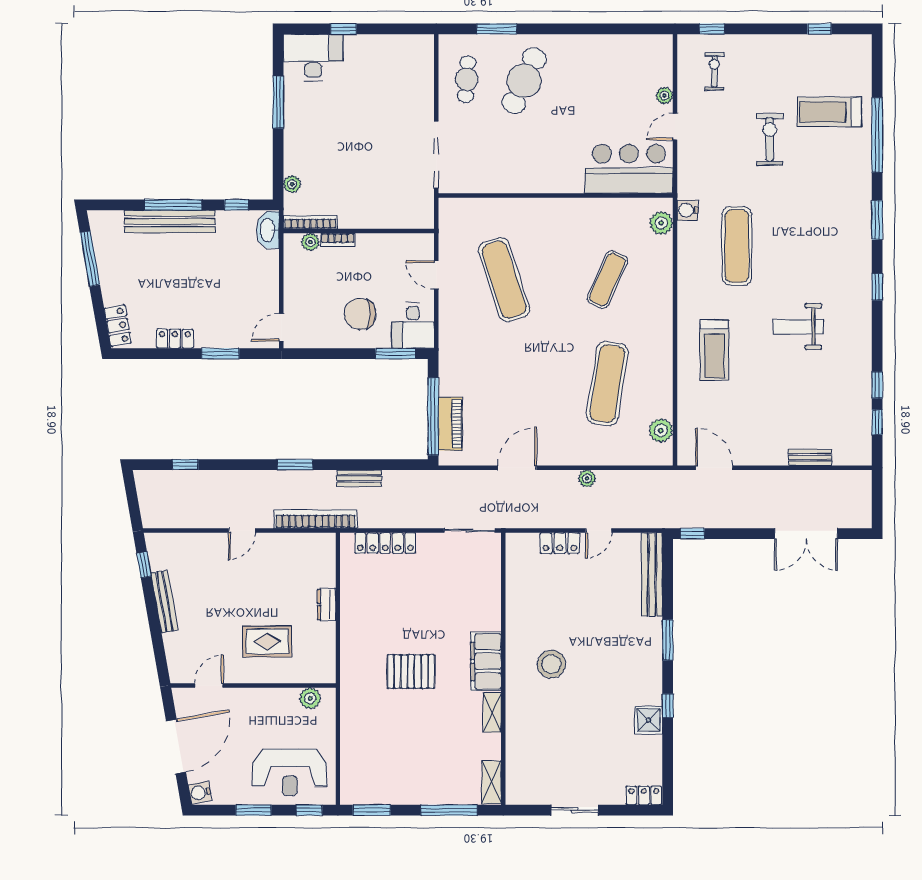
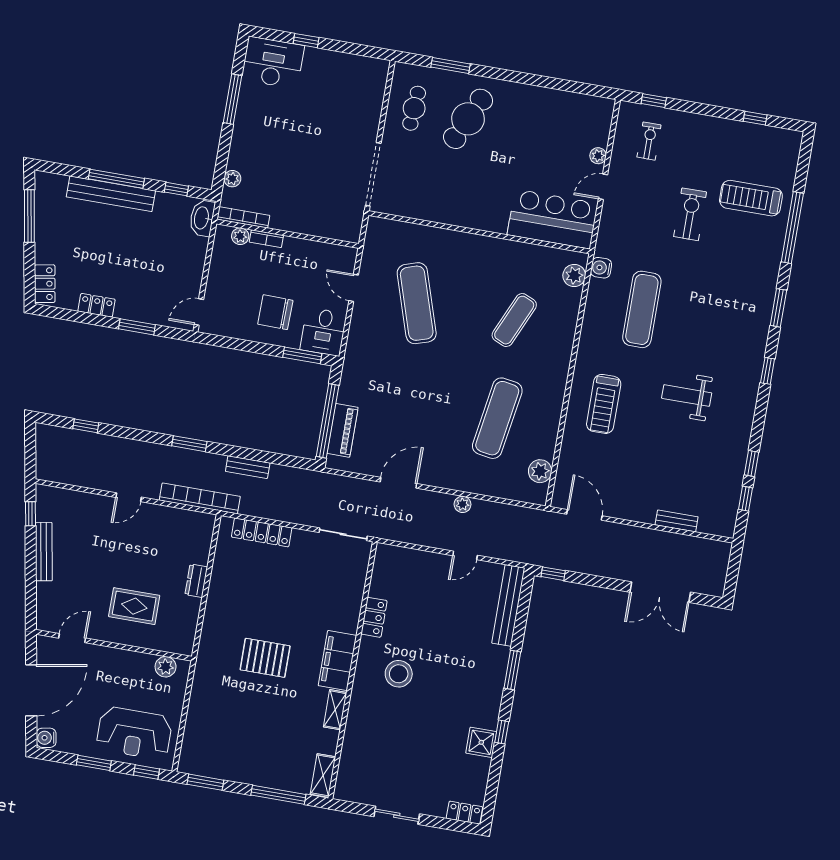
locker: (560, 543) -> (374, 617), moved, turned -90

